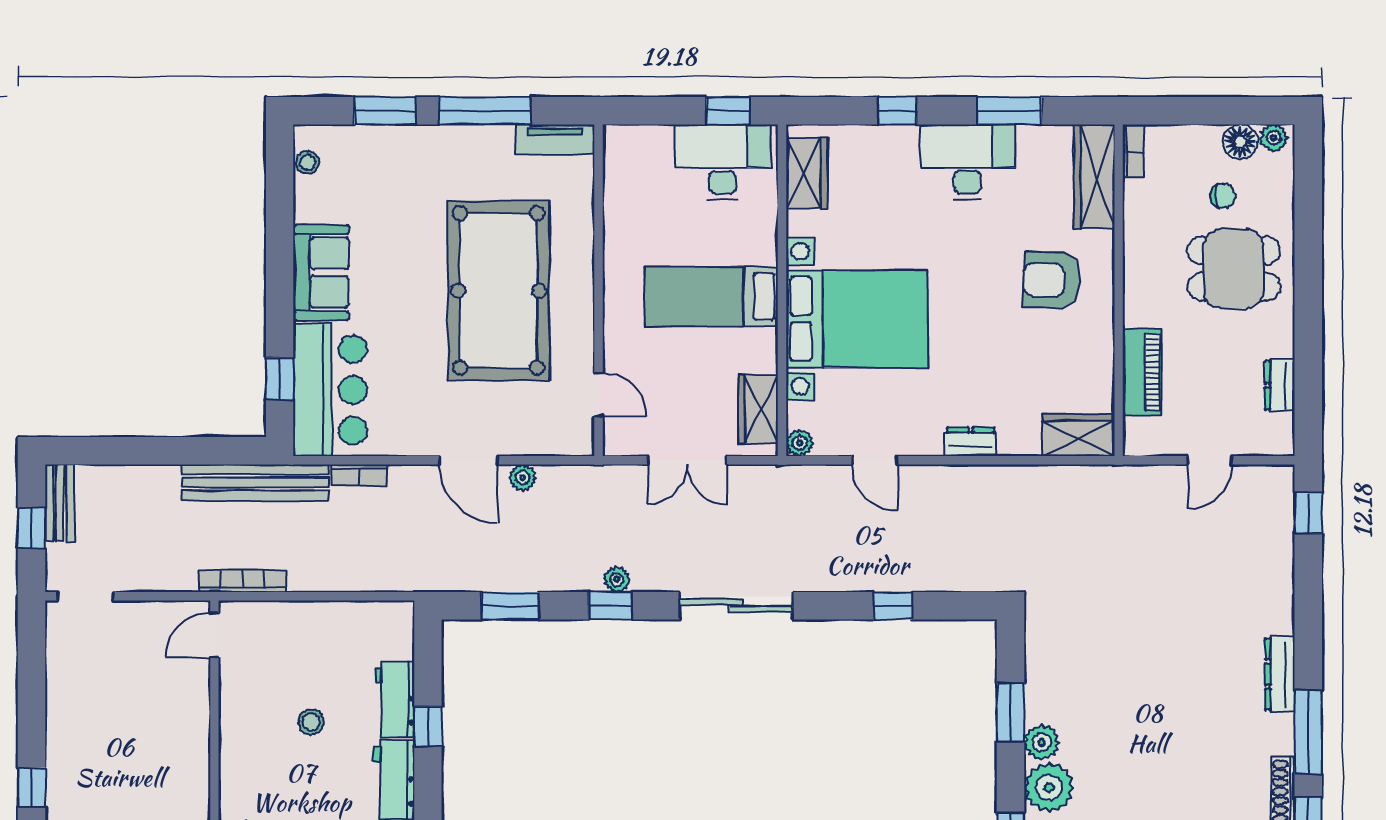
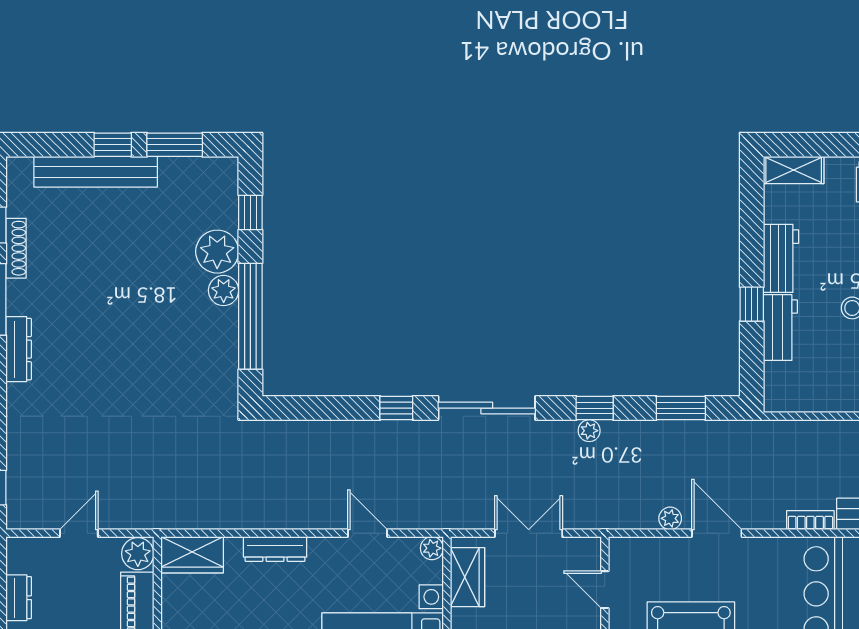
plant: (1141, 437) -> (138, 554), added
dresser: (971, 442) -> (275, 549), width x1.44
window: (893, 606) -> (396, 408), moved
window: (1011, 712) -> (250, 316), width x2.11

